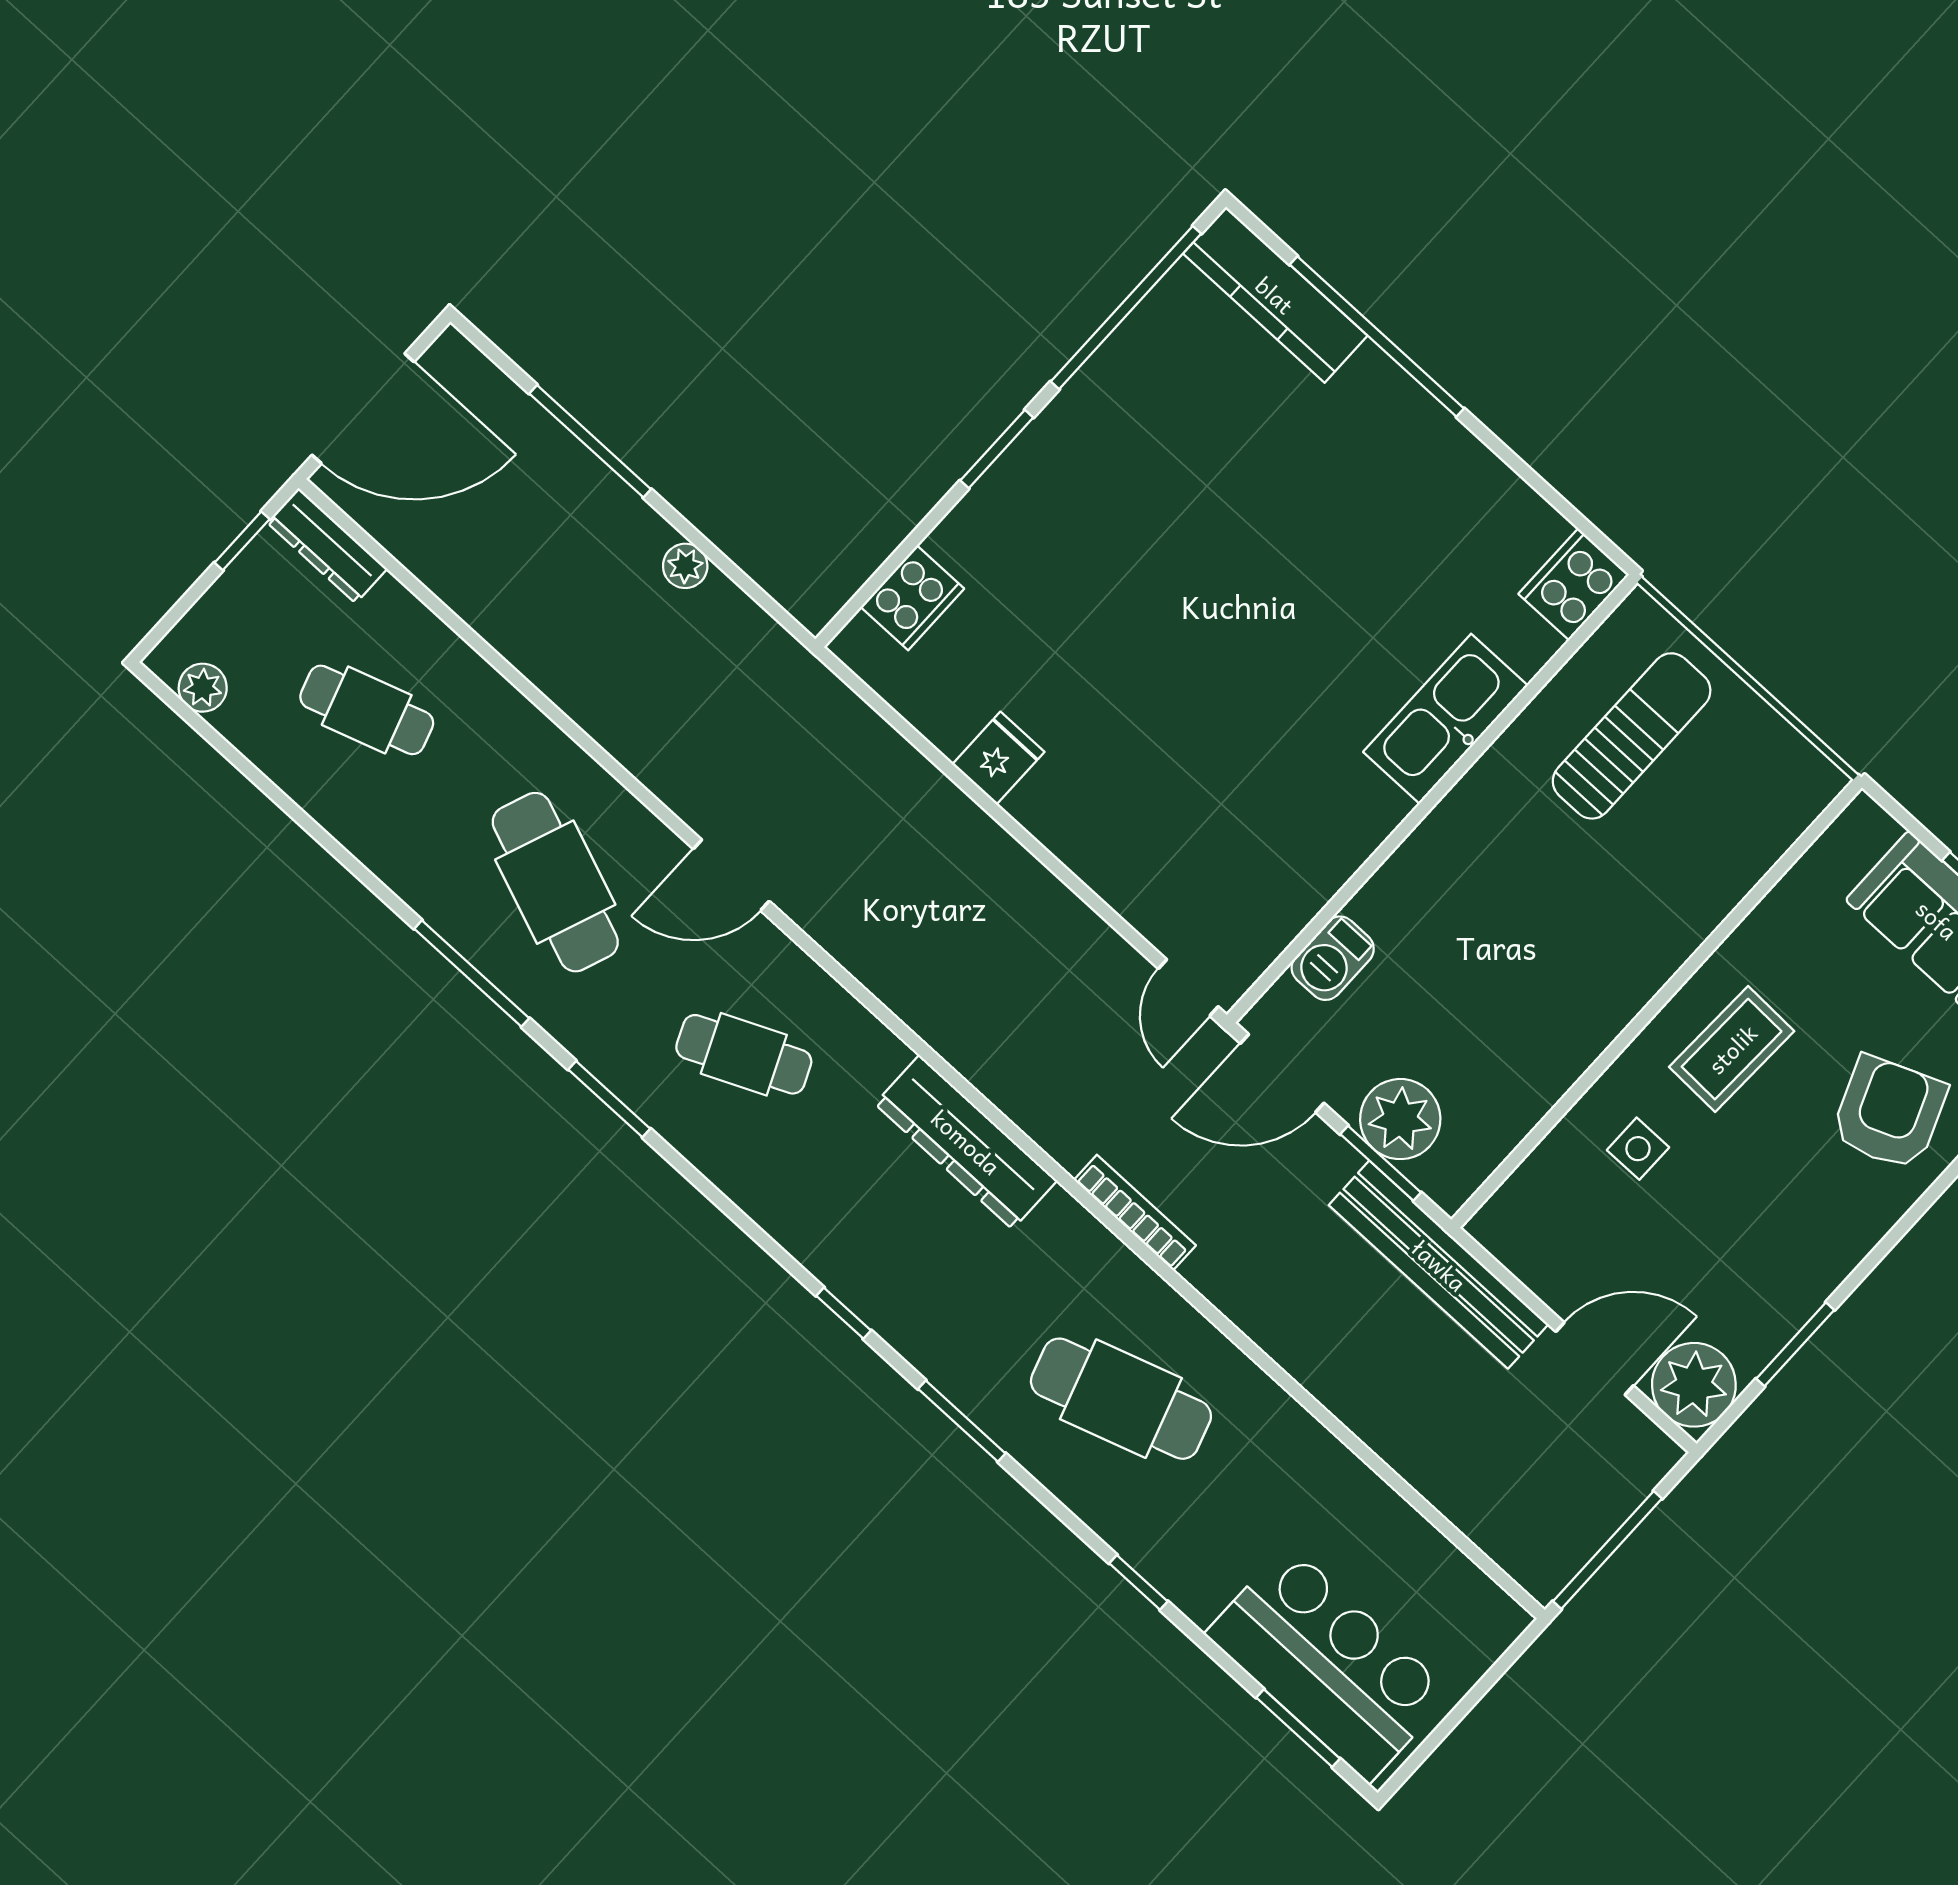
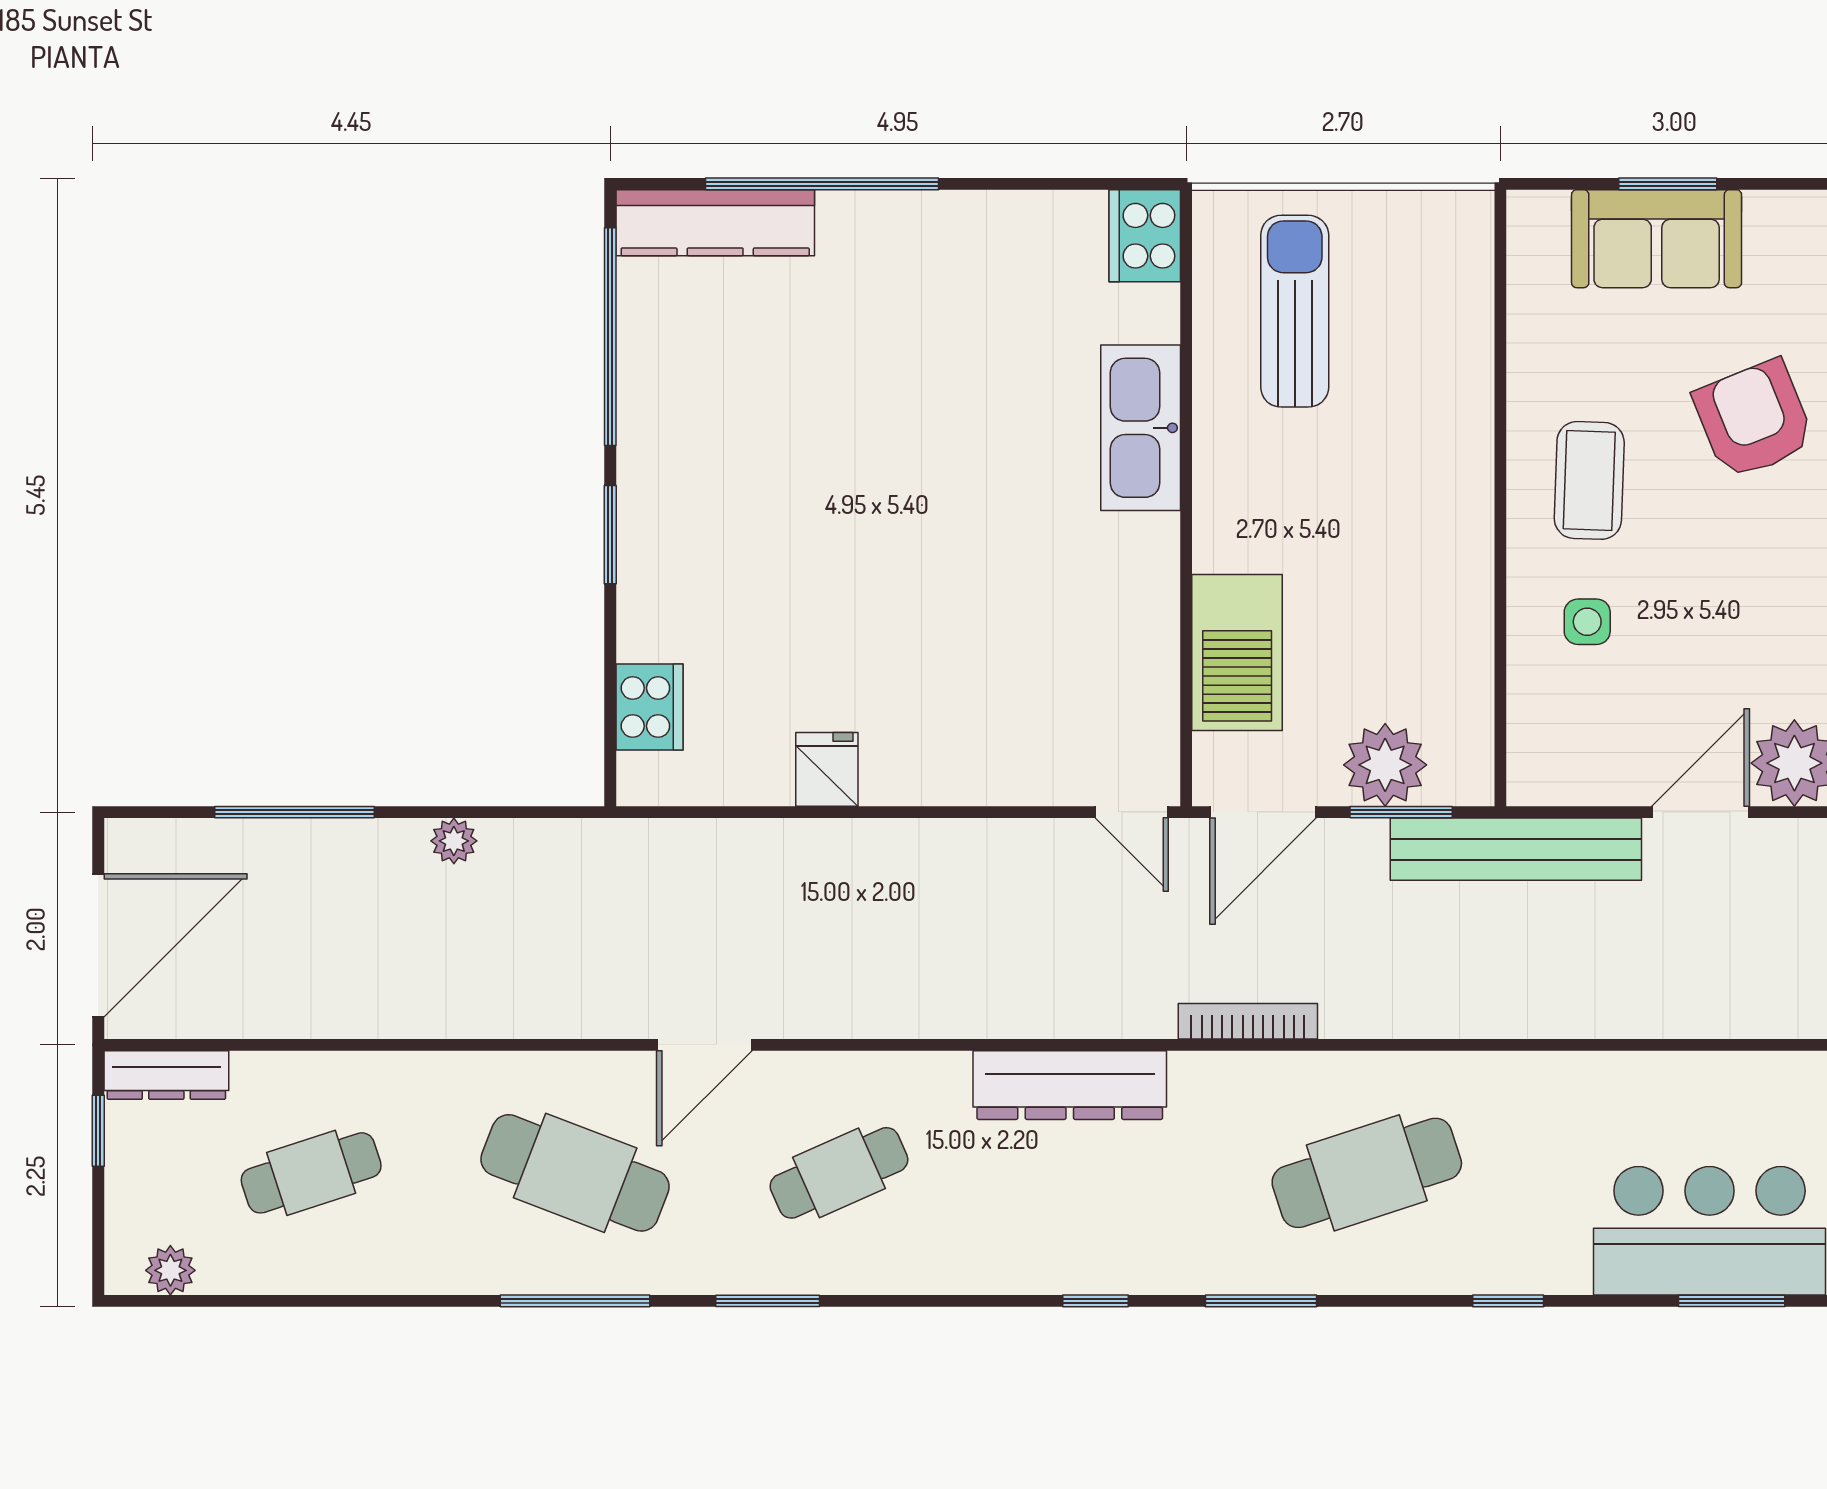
barbecue: (1333, 958) -> (1237, 653), width x1.88, depth x1.53

